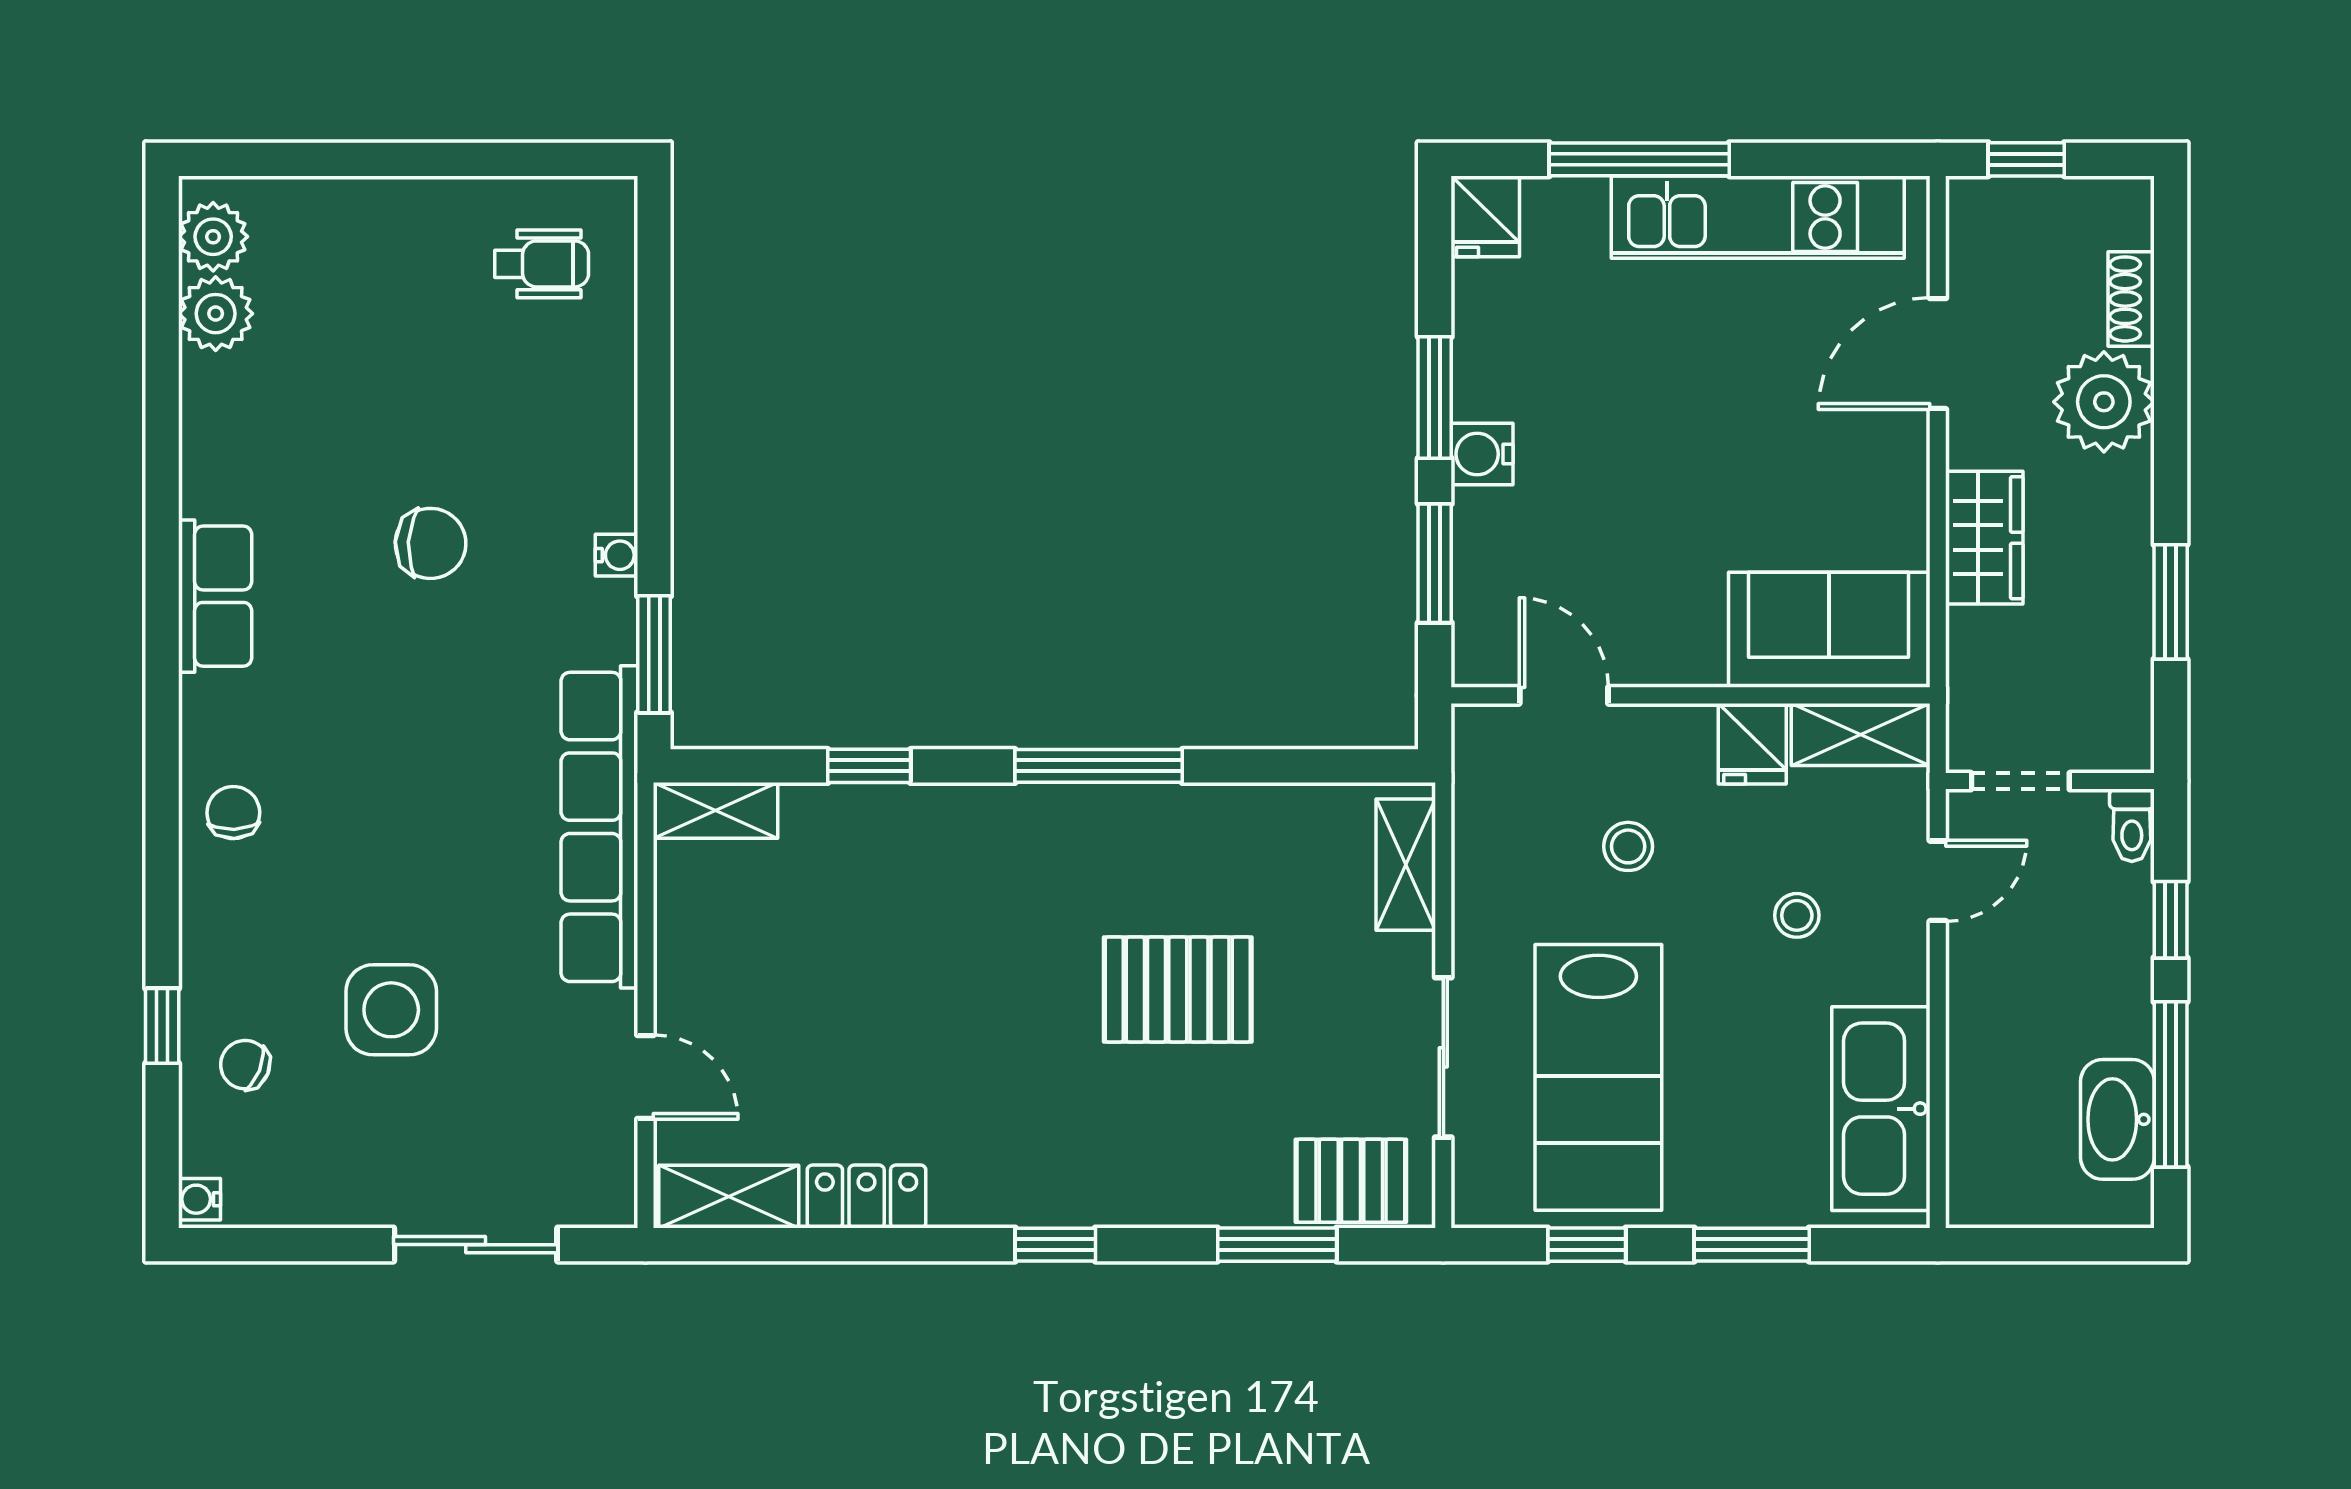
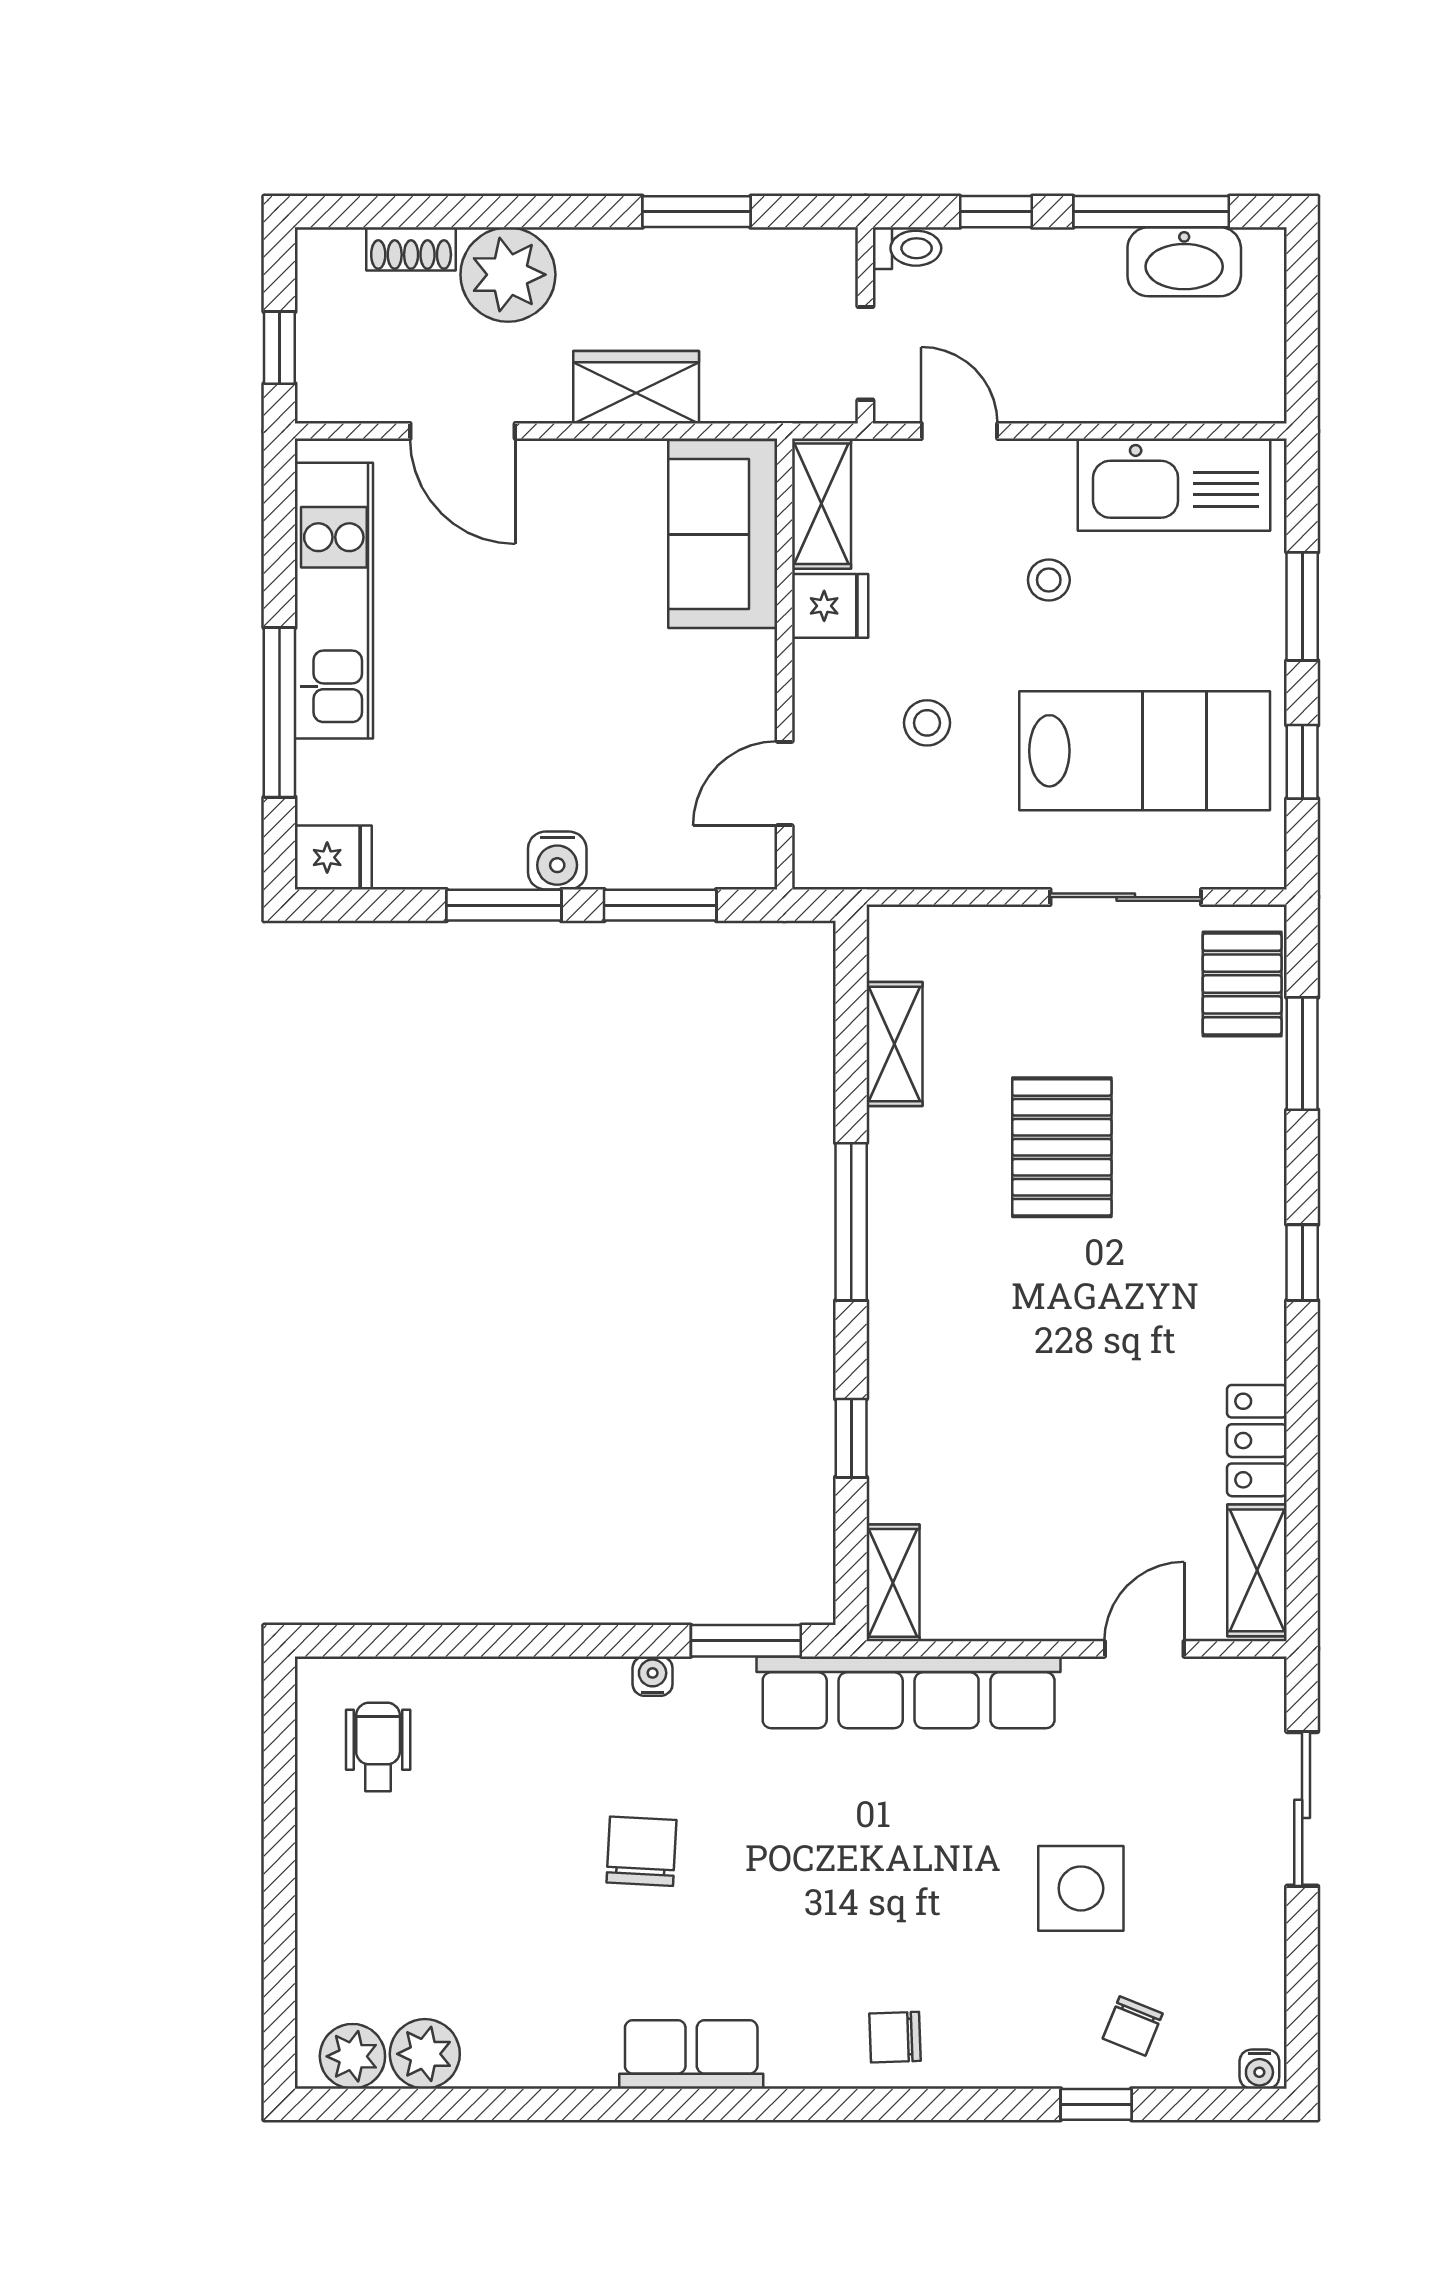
shelving: (1406, 865) -> (895, 1044), moved, turned 90
stool: (1797, 915) -> (1049, 580), moved

